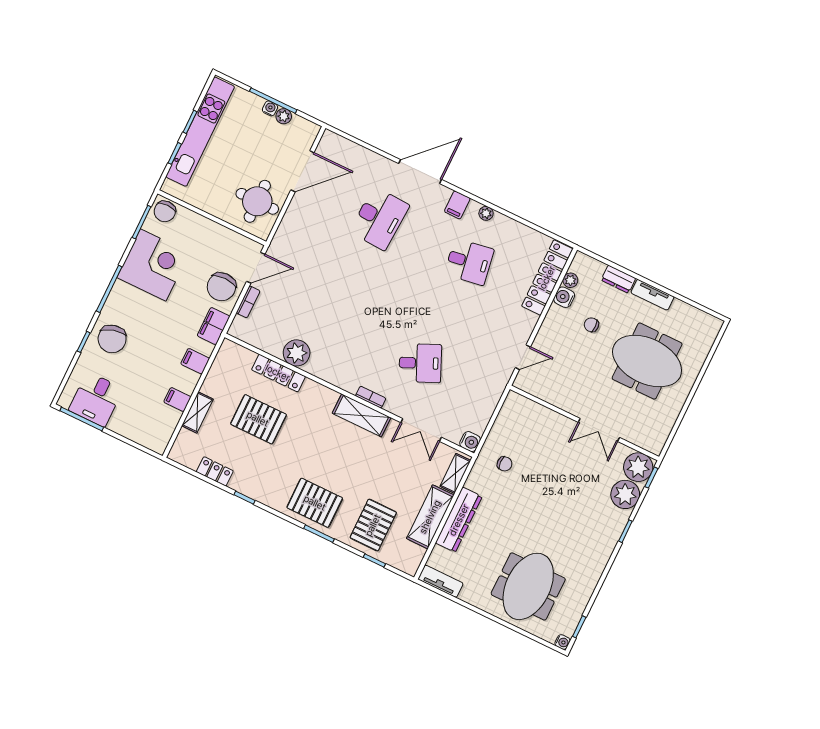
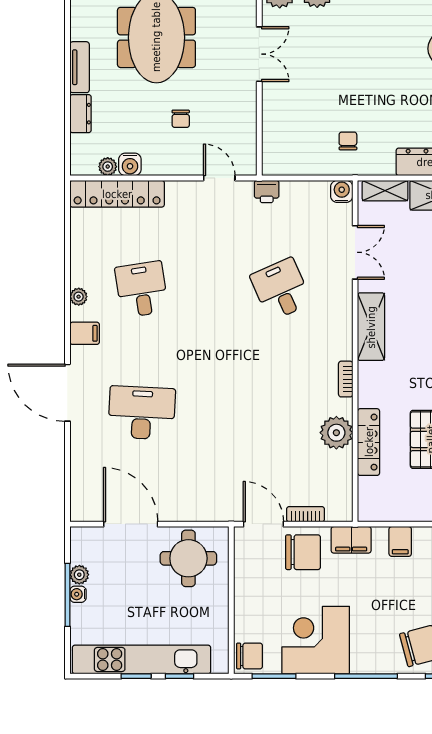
chair: (591, 325) -> (181, 119), moved
printer: (496, 387) -> (267, 192), added
bookcase: (371, 397) -> (346, 379), moved

